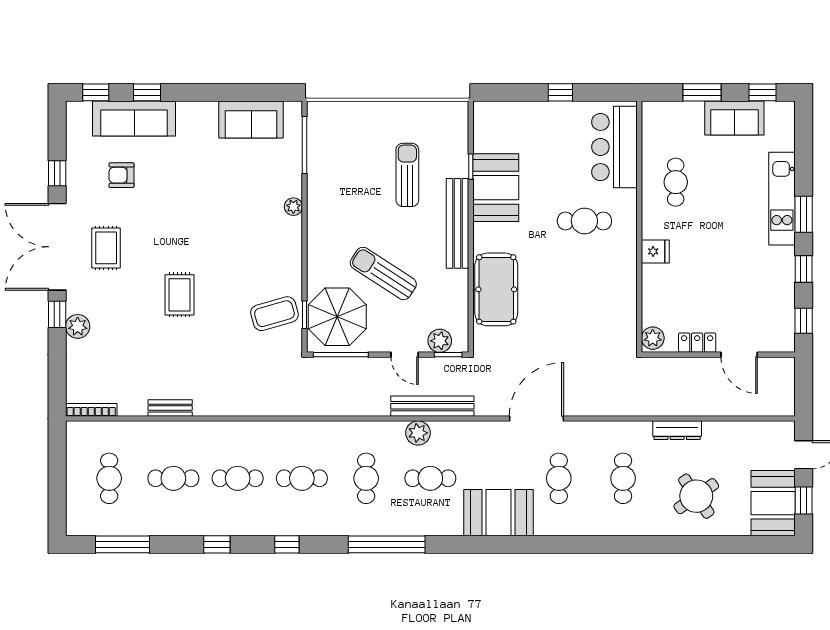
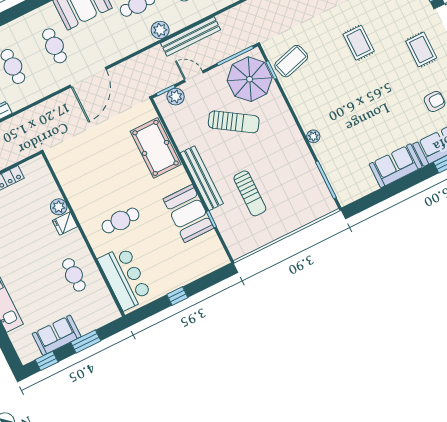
sofa: (251, 119) -> (396, 166), moved
plant: (653, 338) -> (59, 207), moved
bench: (432, 406) -> (191, 36), moved

